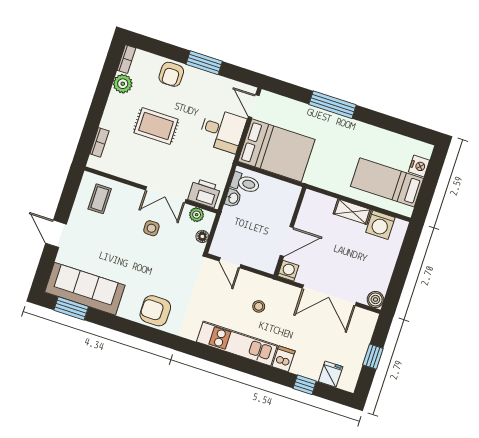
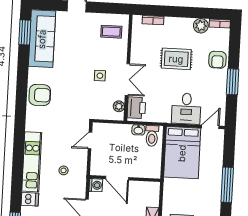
armchair: (171, 74) -> (217, 60), turned -90
rug: (156, 126) -> (176, 59), turned 90
double door: (166, 195) -> (127, 80), swing flipped
floor lamp: (202, 236) -> (104, 115), removed
armchair: (155, 311) -> (40, 95), turned 90

